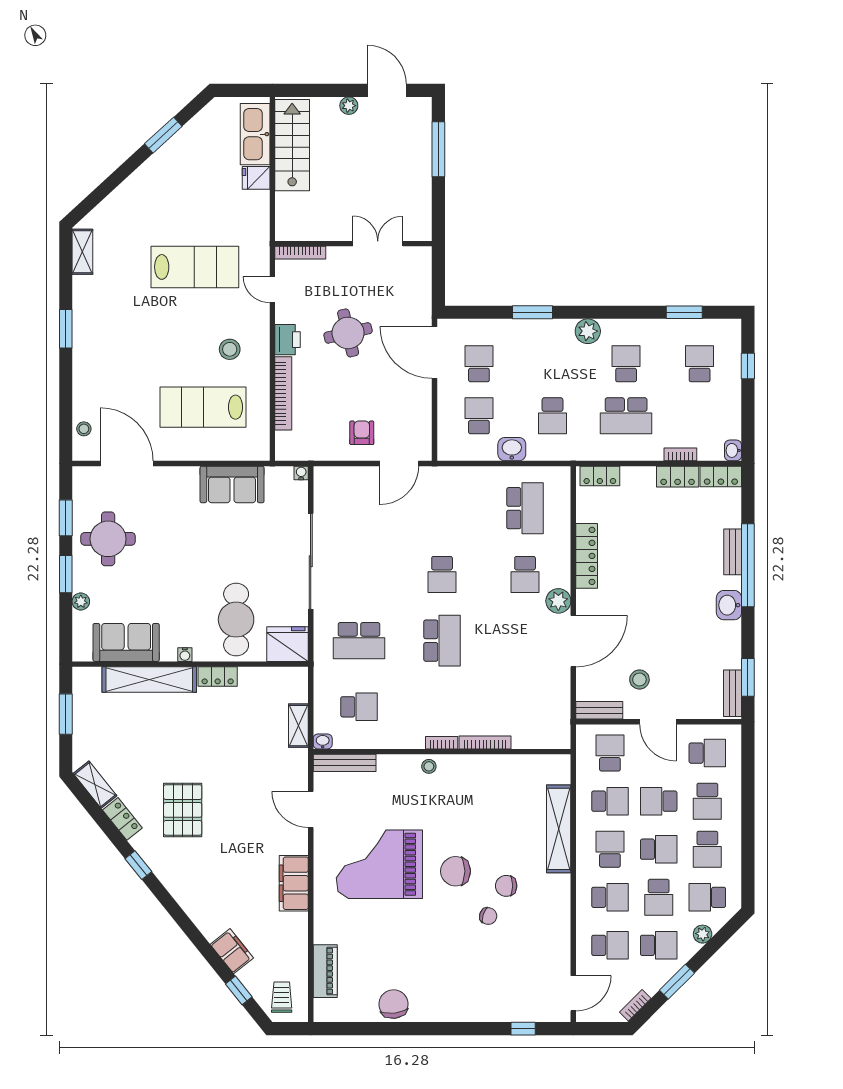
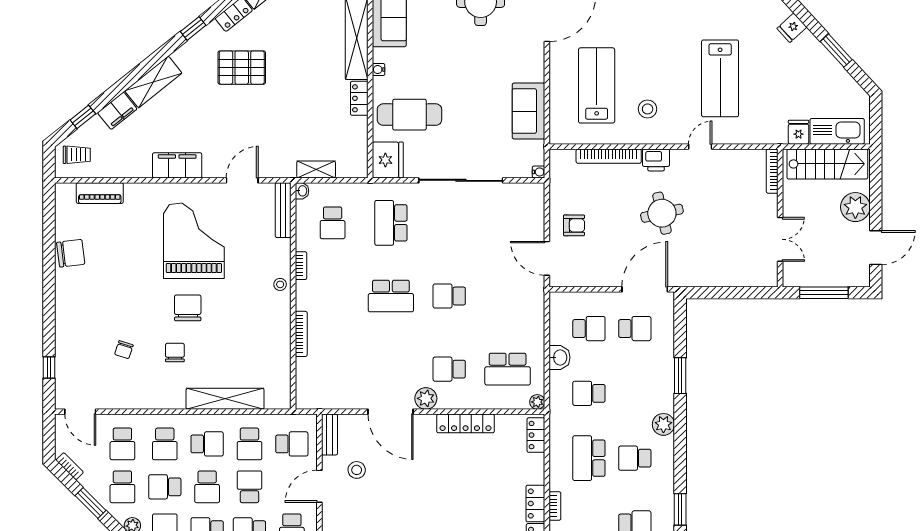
plant: (349, 106) -> (855, 207), width x1.87, depth x1.87
fridge: (138, 185) -> (792, 28), added
wall: (353, 244) -> (780, 218), moved
double door: (378, 244) -> (780, 239), moved
bookcase: (300, 253) -> (772, 171), moved
school desk: (626, 364) -> (635, 458), turned 180
plant: (562, 474) -> (537, 402), added
bookcase: (442, 743) -> (301, 266), moved
shelving: (199, 910) -> (153, 82), added
chair: (488, 916) -> (124, 350), moved

